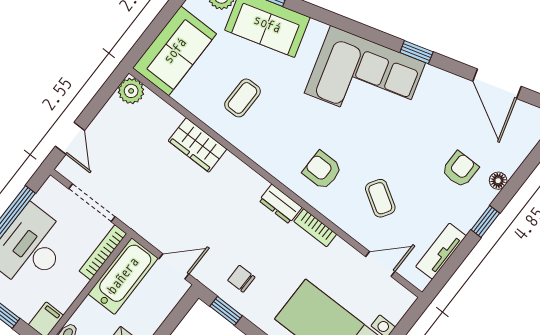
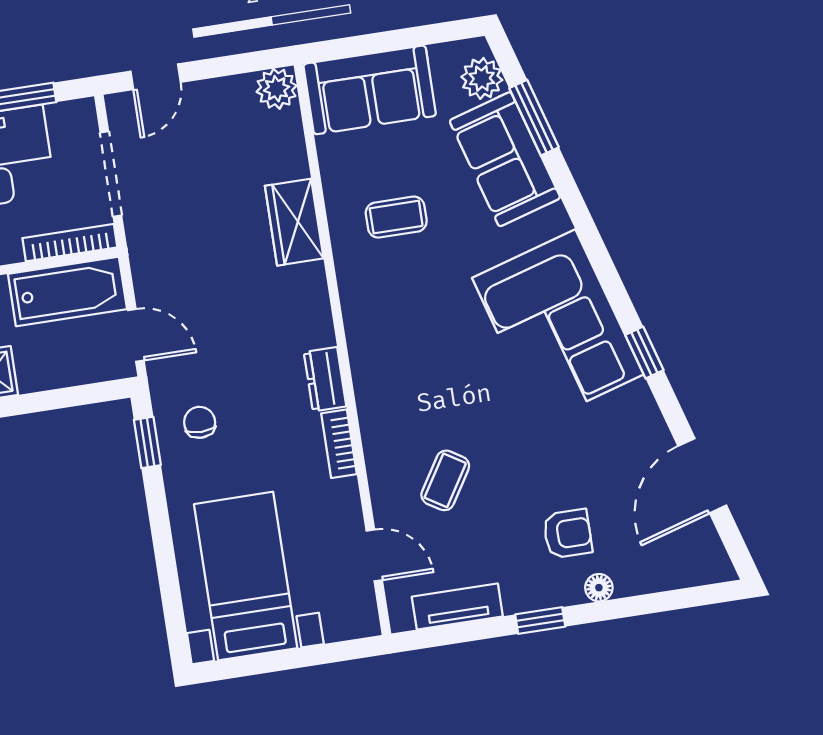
armchair: (322, 170) -> (409, 386), removed

